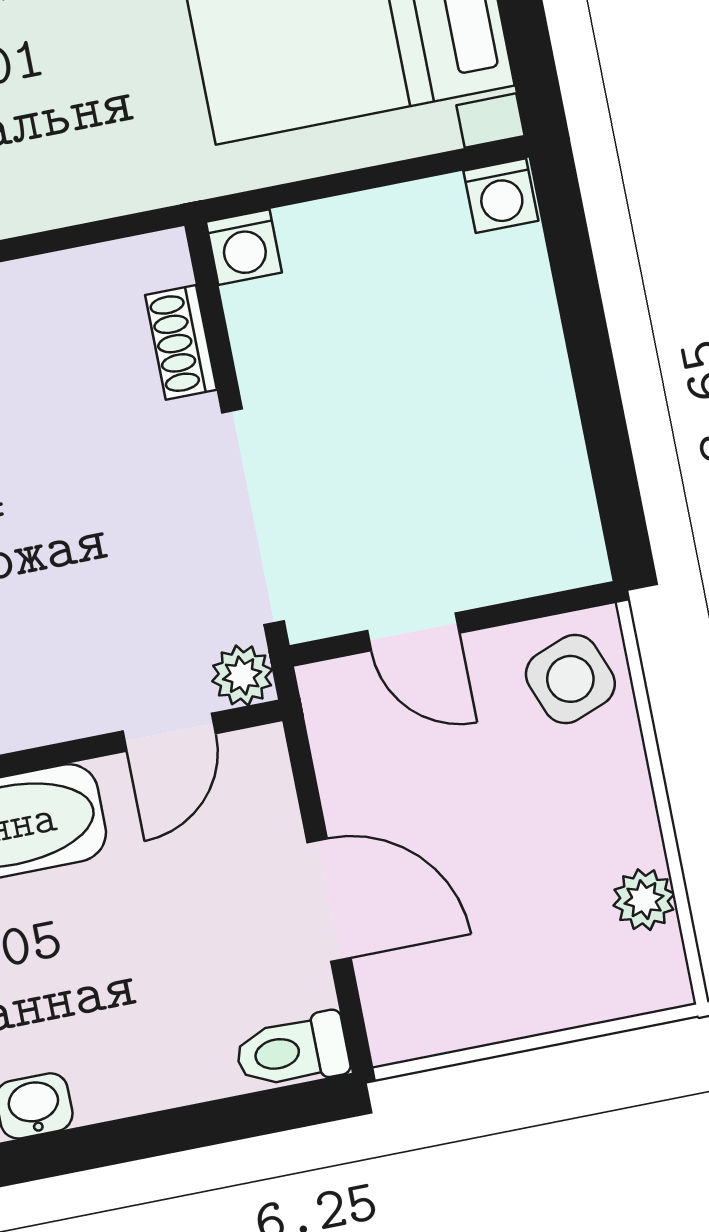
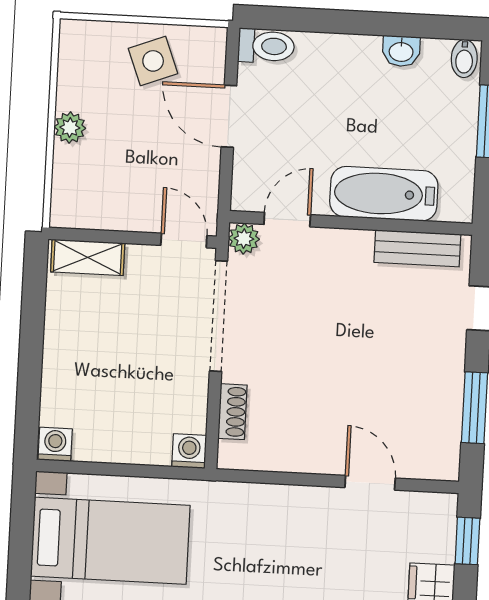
shelving: (529, 565) -> (88, 257), added
door: (413, 632) -> (184, 240), moved
side table: (570, 679) -> (153, 61), moved
plant: (644, 900) -> (70, 128), moved

